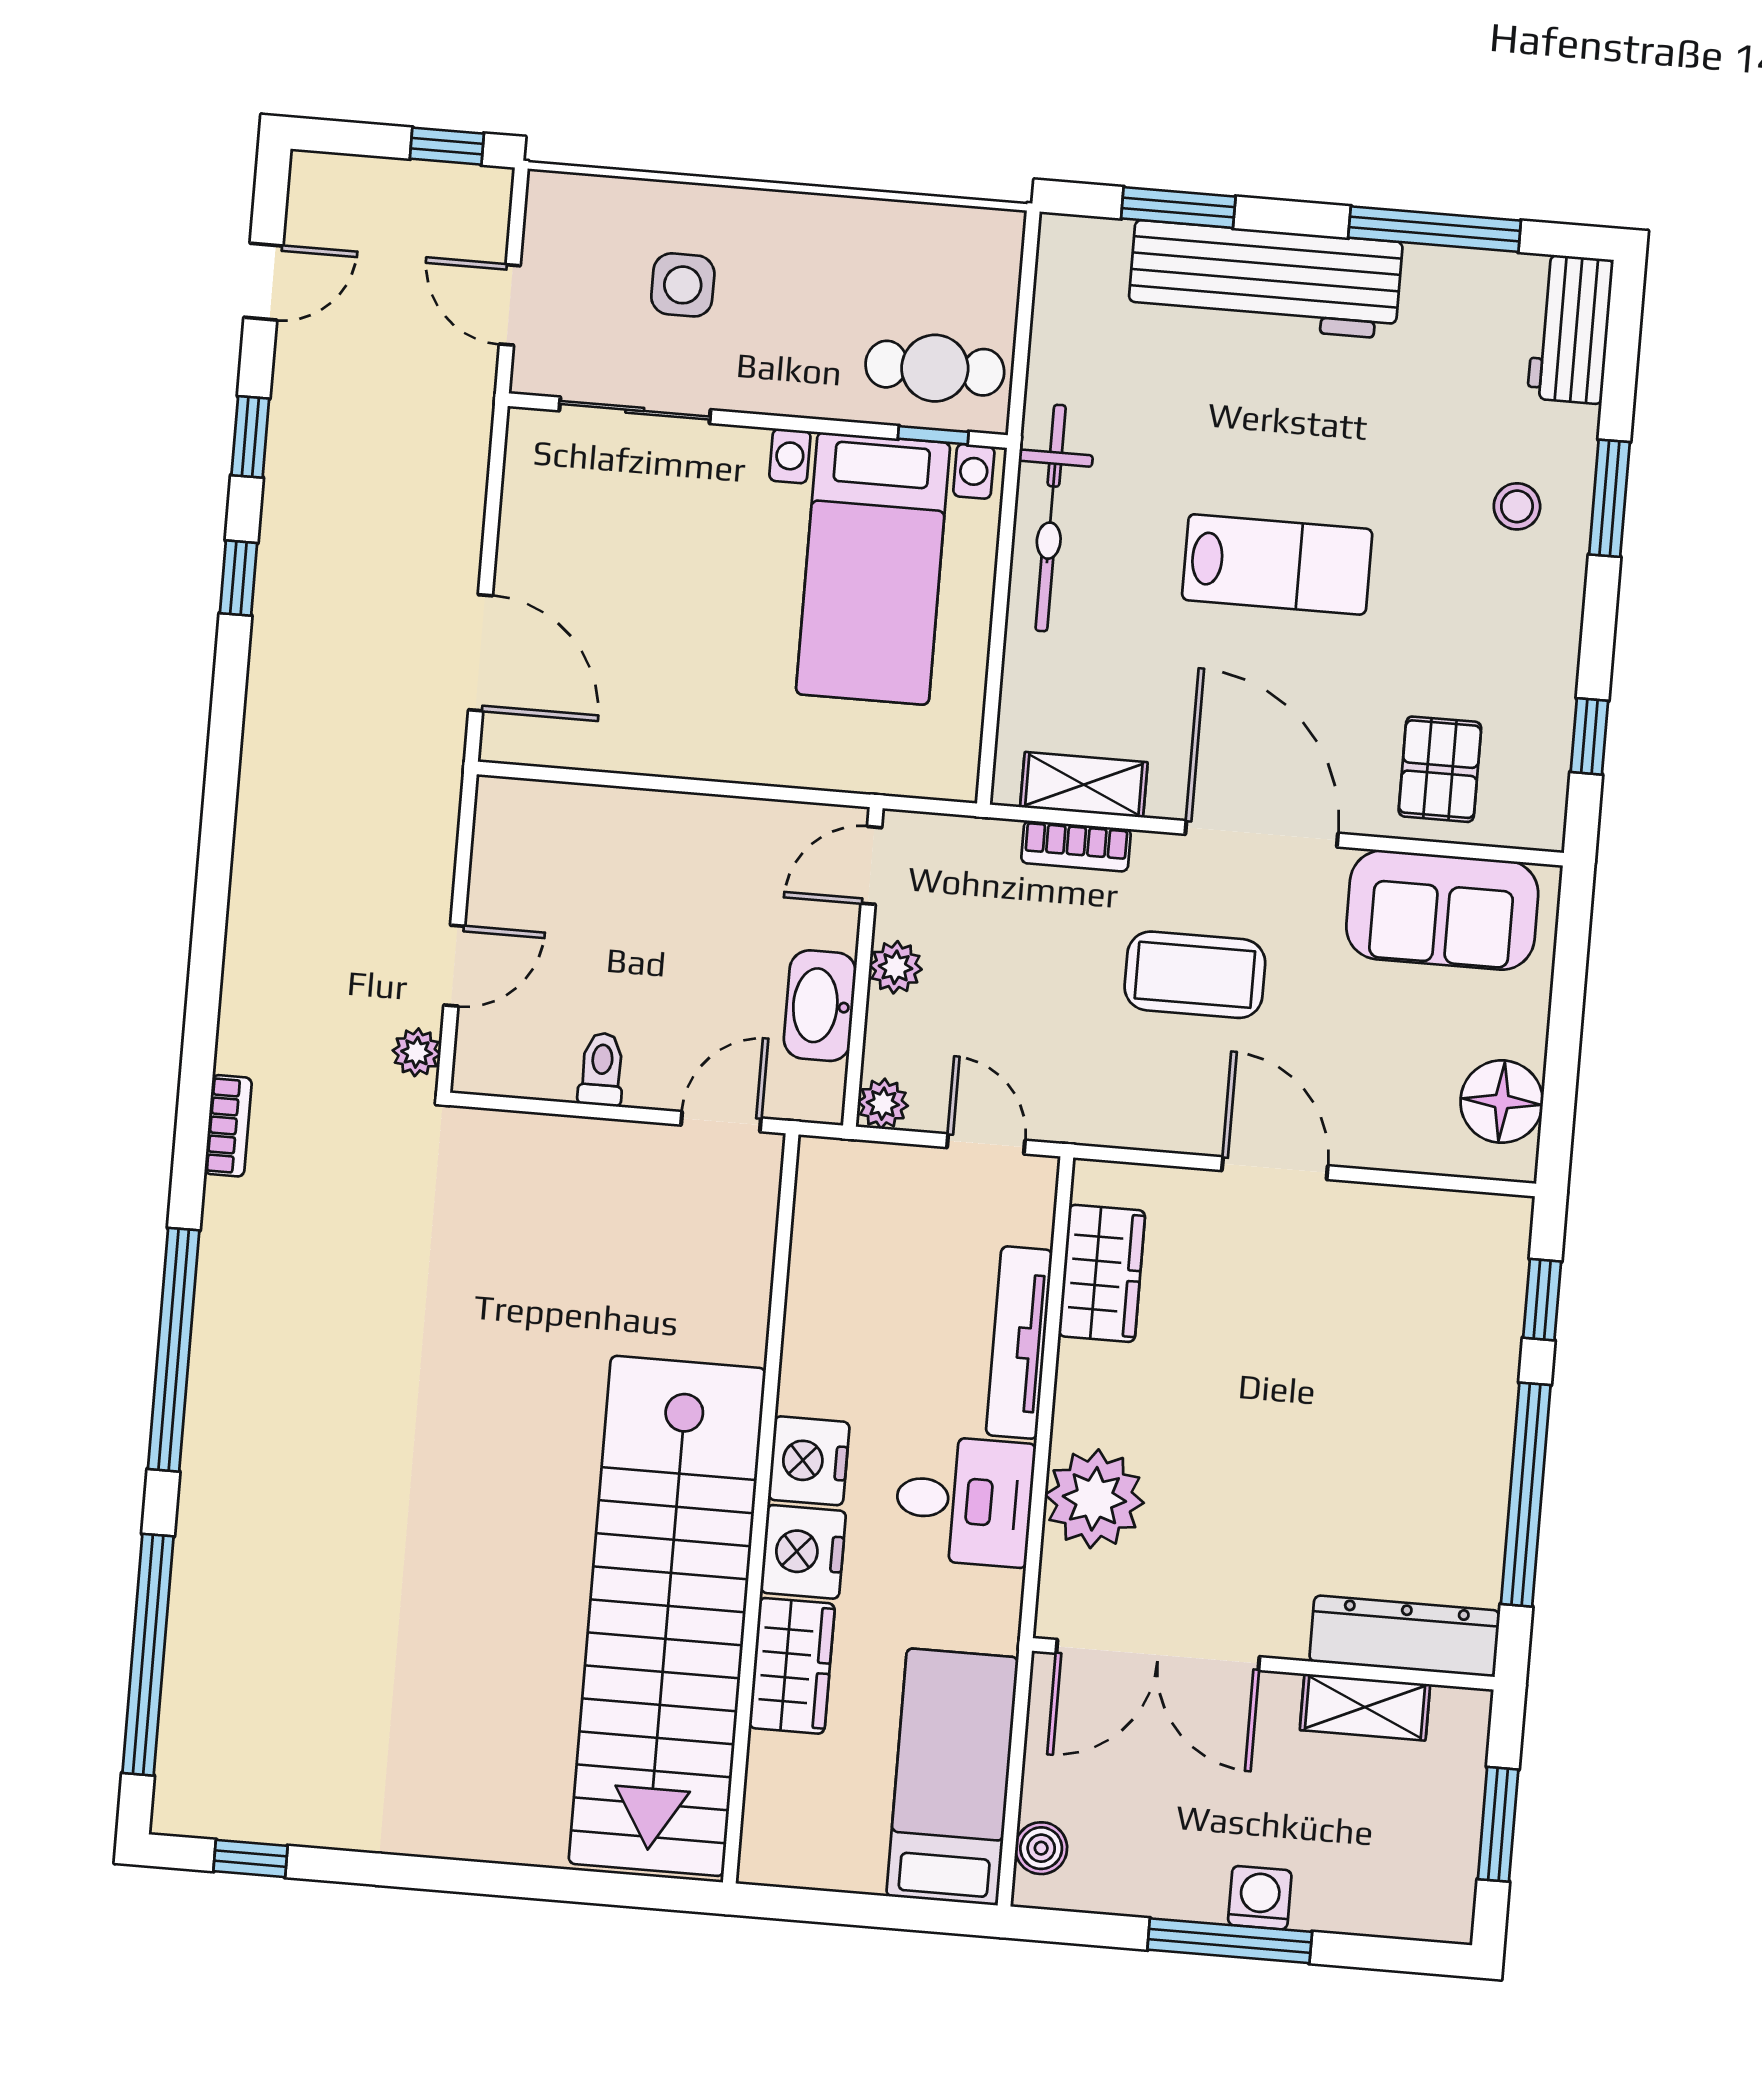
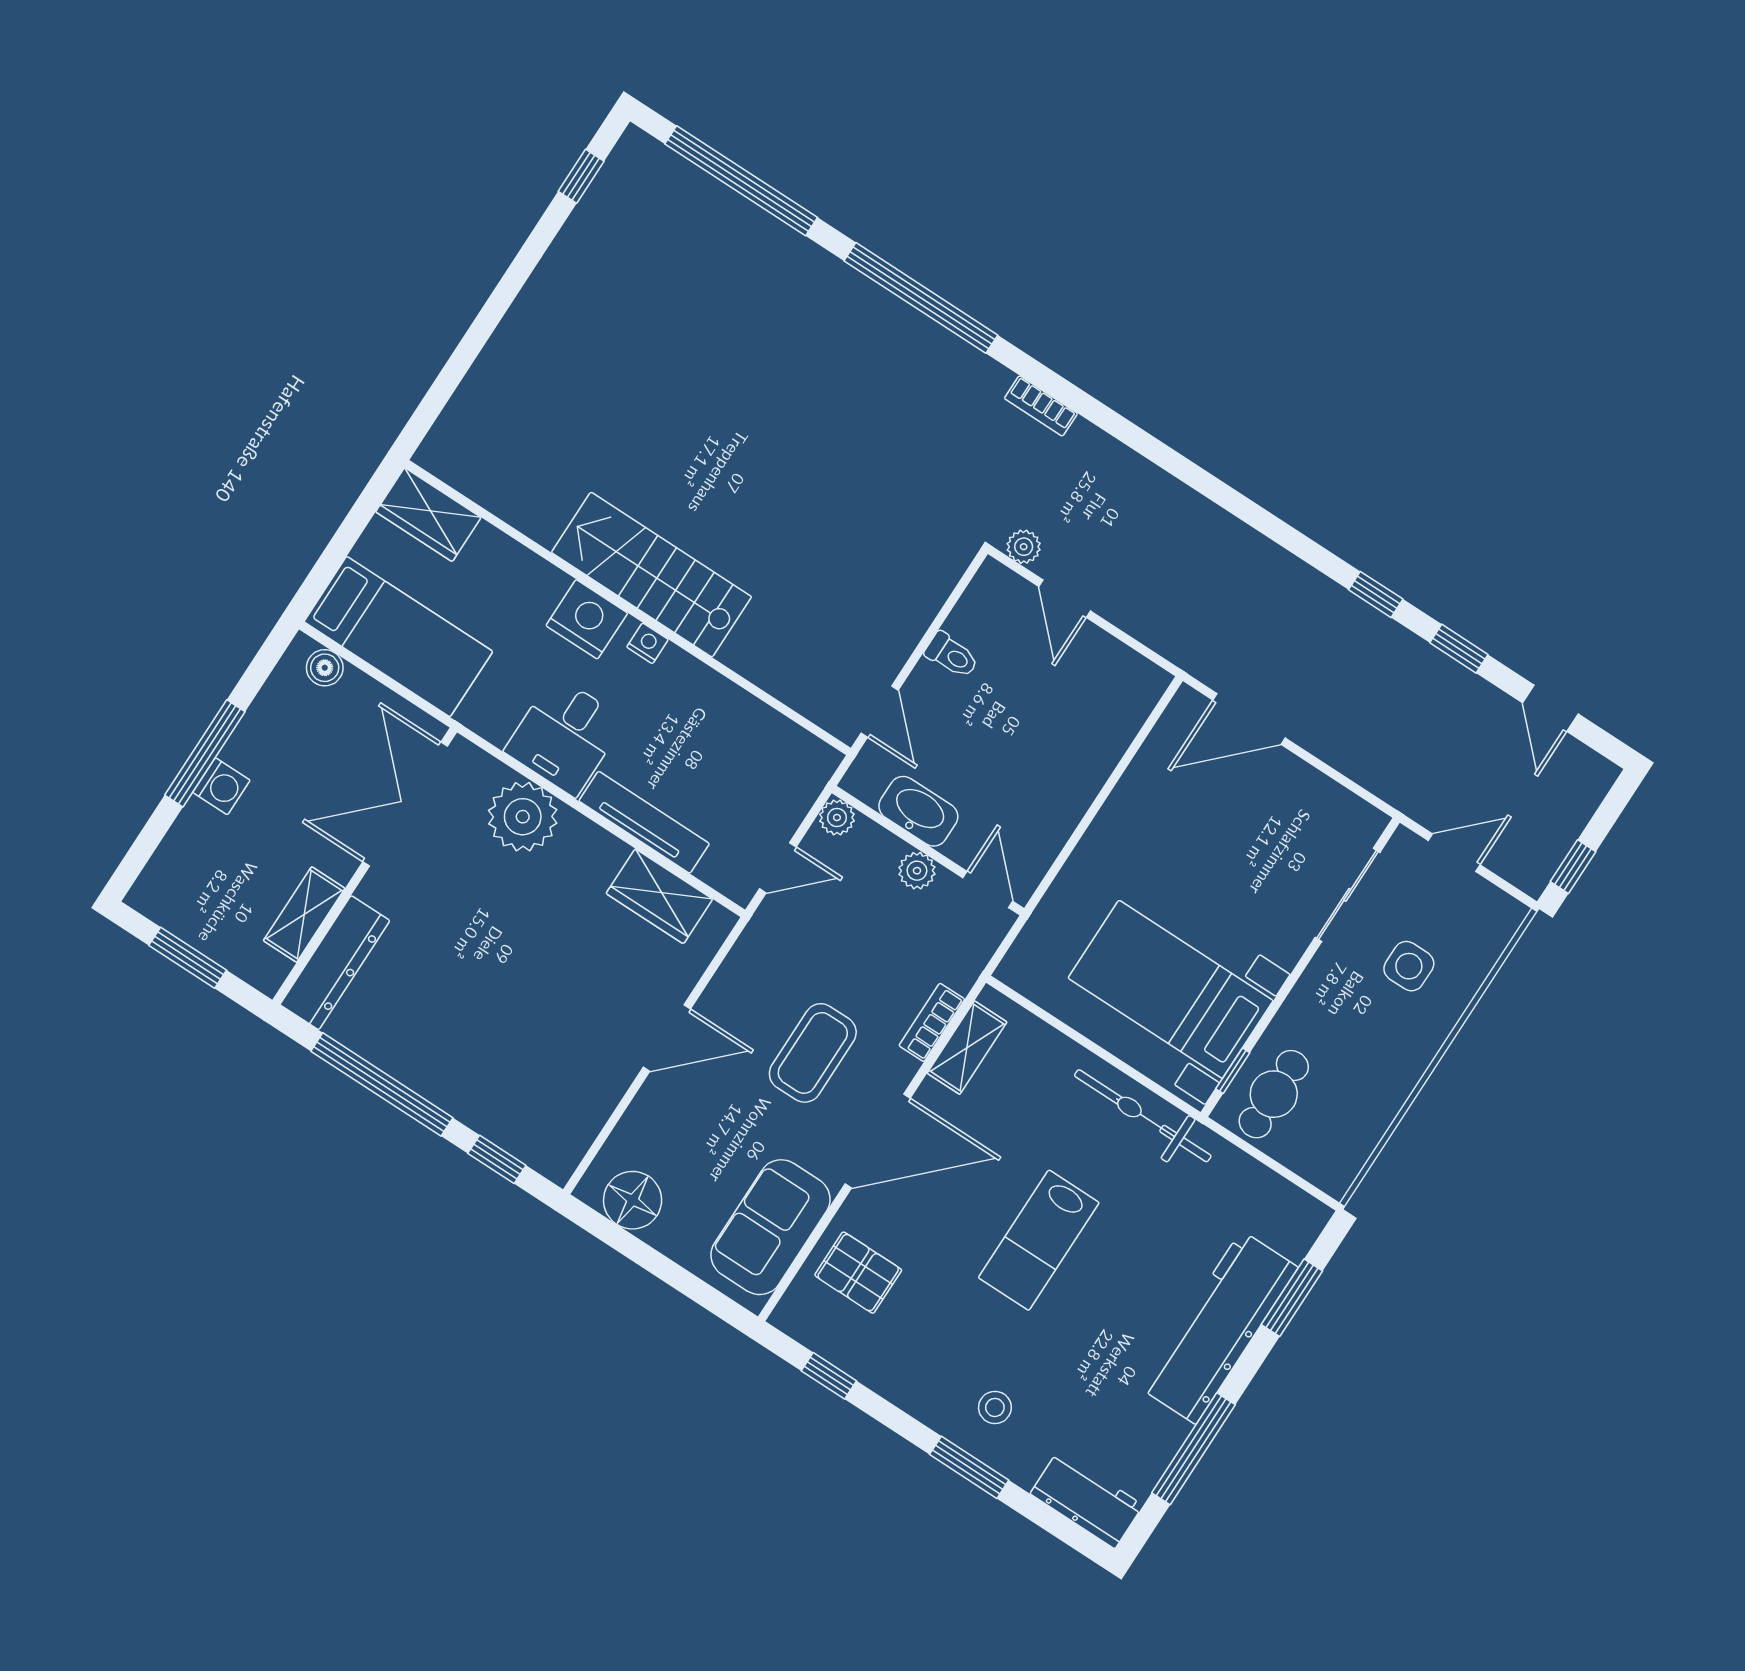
nightstand: (809, 1461) -> (647, 643), width x0.53, depth x0.56
stairs: (667, 1616) -> (652, 575), width x0.54, depth x0.66
wardrobe: (792, 1666) -> (428, 515), moved

